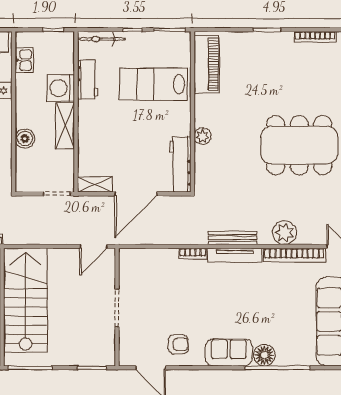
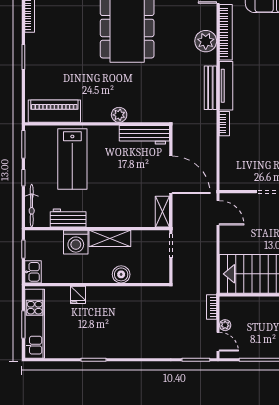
kitchen sink: (24, 60) -> (33, 272), moved, turned 90

